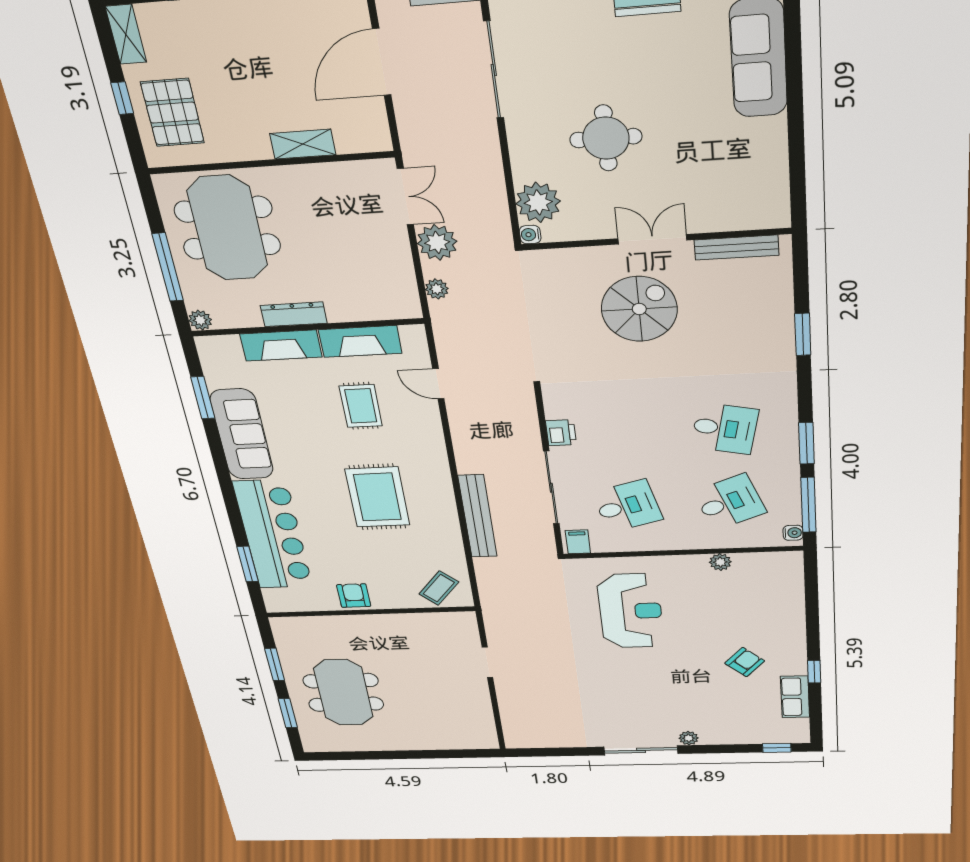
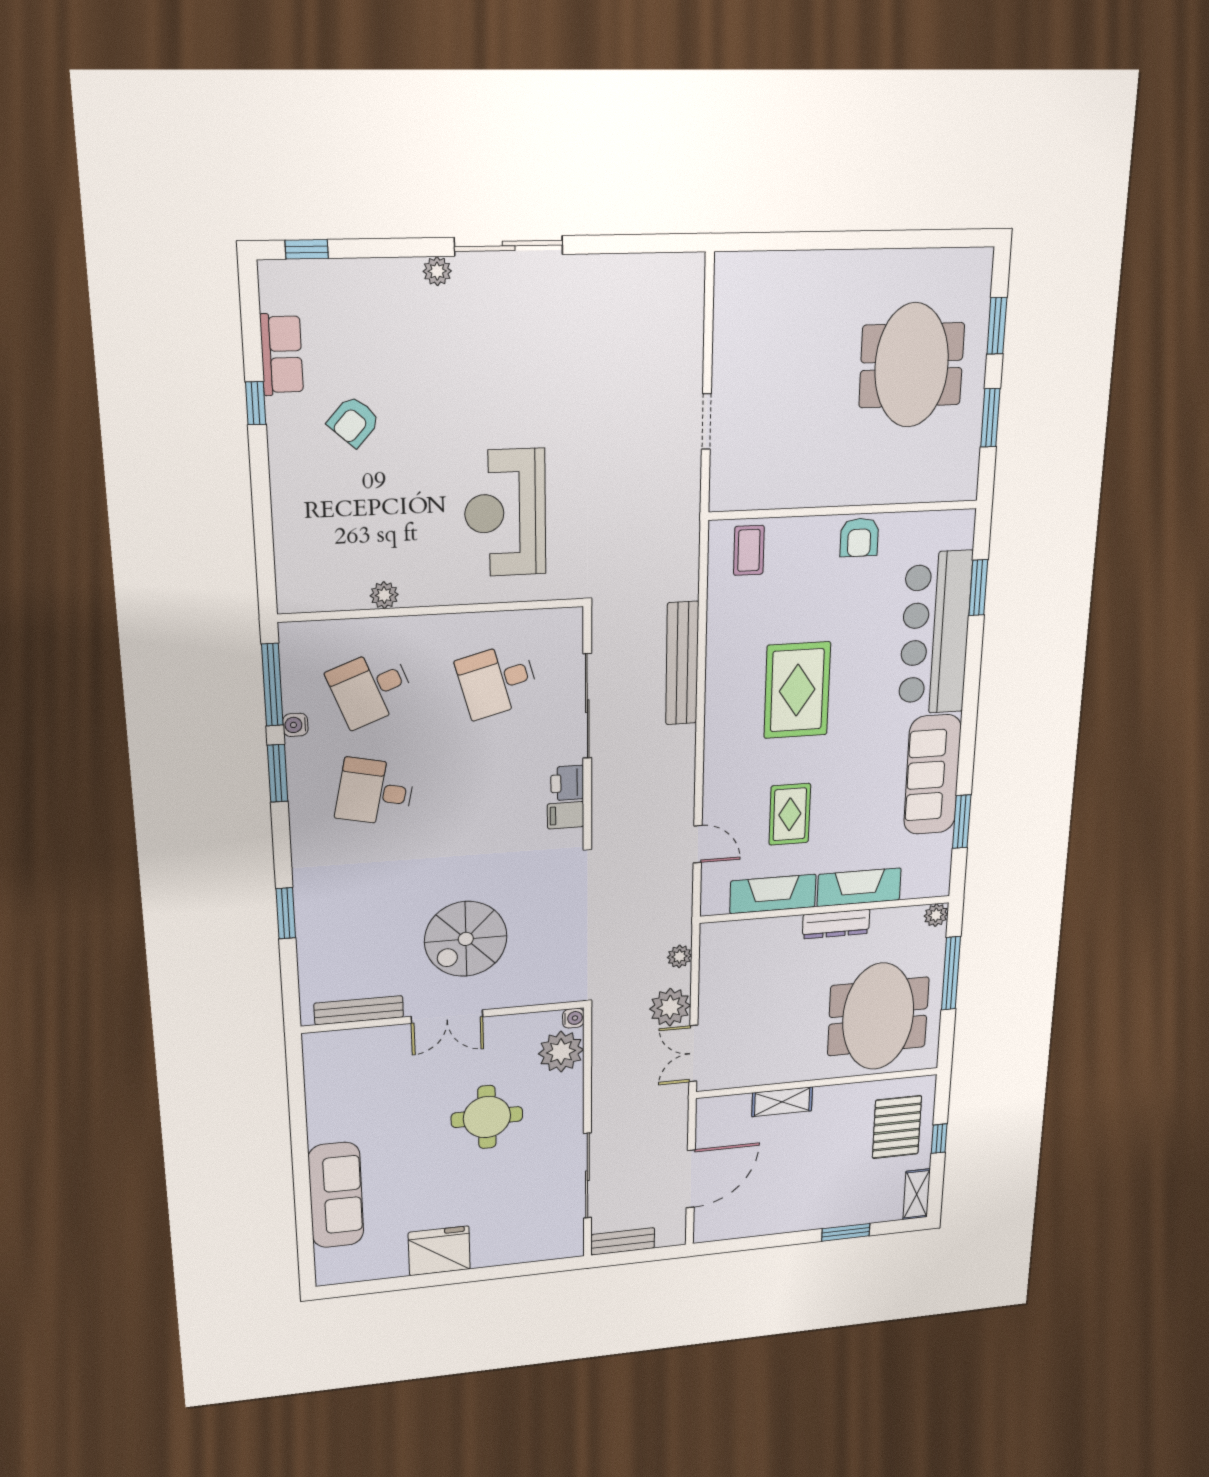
water cooler: (793, 533) -> (295, 725), moved
filing cabinet: (578, 542) -> (566, 815), moved, turned 90
coffee table: (439, 588) -> (749, 550), turned -41

